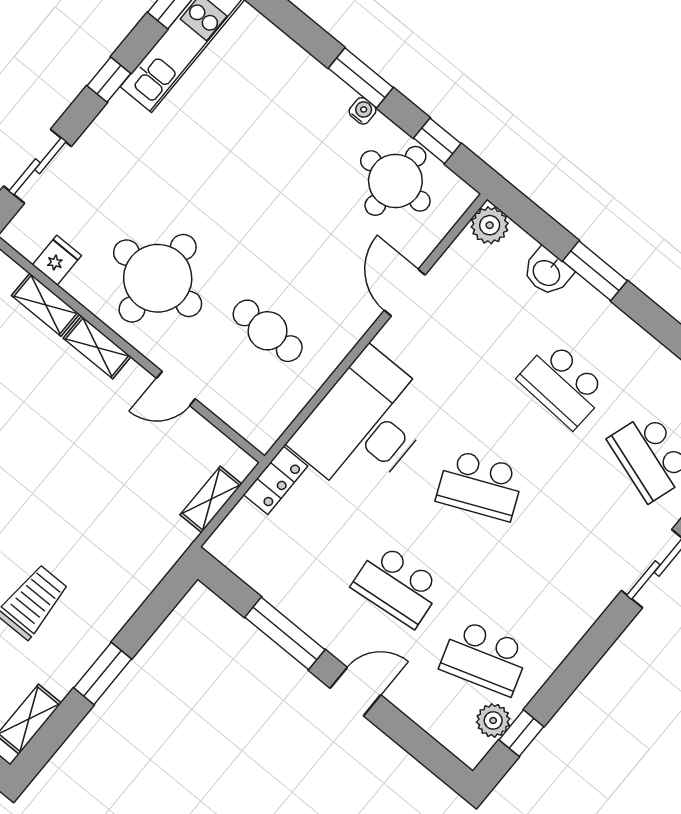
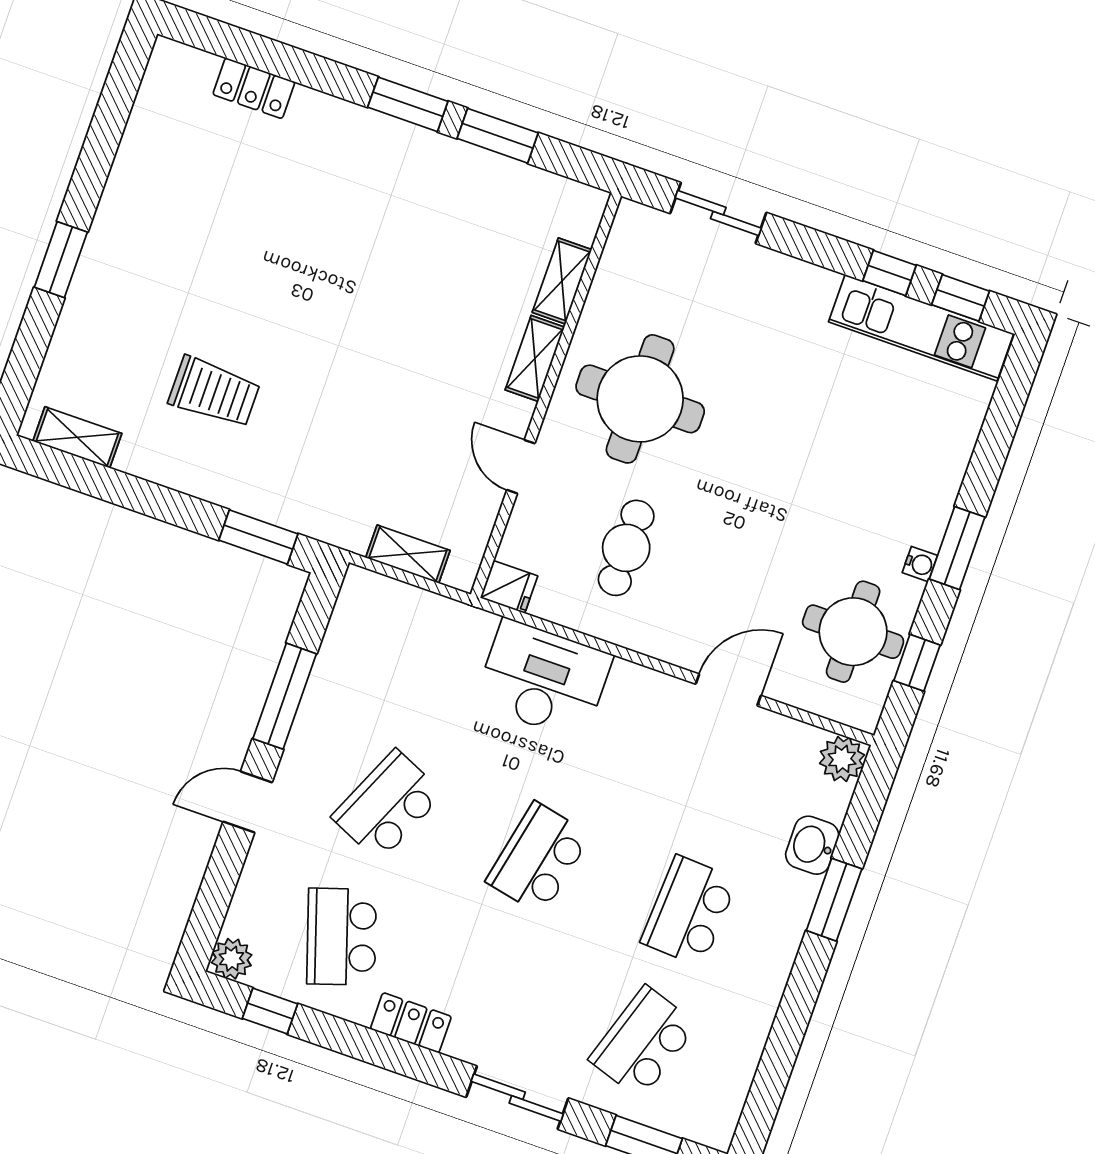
window: (109, 80) -> (889, 273), moved
fridge: (57, 260) -> (509, 587), moved
desk: (365, 425) -> (543, 679), width x0.73, depth x0.77
locker: (276, 480) -> (411, 1023), moved, turned 180
school desk: (480, 485) -> (538, 858), turned 36
school desk: (397, 586) -> (388, 805), turned 30
window: (103, 673) -> (258, 537), moved
door: (355, 692) -> (248, 802), swing flipped
plant: (493, 720) -> (232, 959), moved

